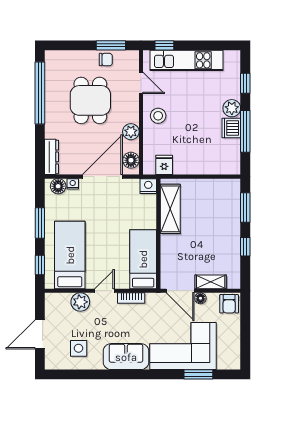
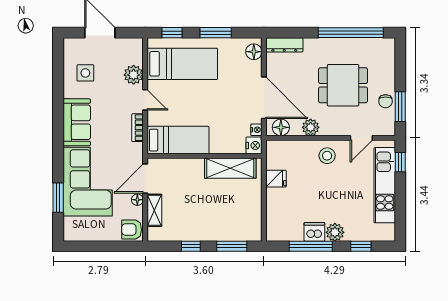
fridge: (164, 165) -> (276, 179), moved
nightstand: (73, 184) -> (256, 130), moved

